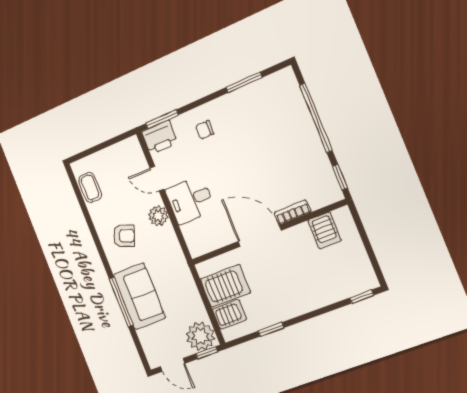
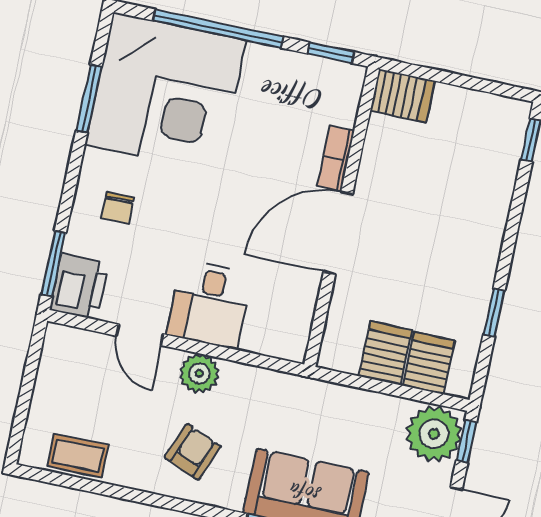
corner desk: (270, 115) -> (166, 93), added
door: (157, 179) -> (140, 335), hinge flipped
server rack: (325, 230) -> (402, 96), moved
server rack: (225, 286) -> (385, 353), width x0.73, depth x0.70

